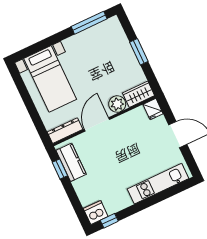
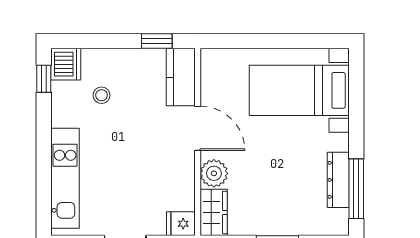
dresser: (65, 131) -> (338, 180), moved, turned 180
kitchen counter: (71, 162) -> (181, 77), moved, turned 90
stool: (103, 185) -> (102, 95), added

